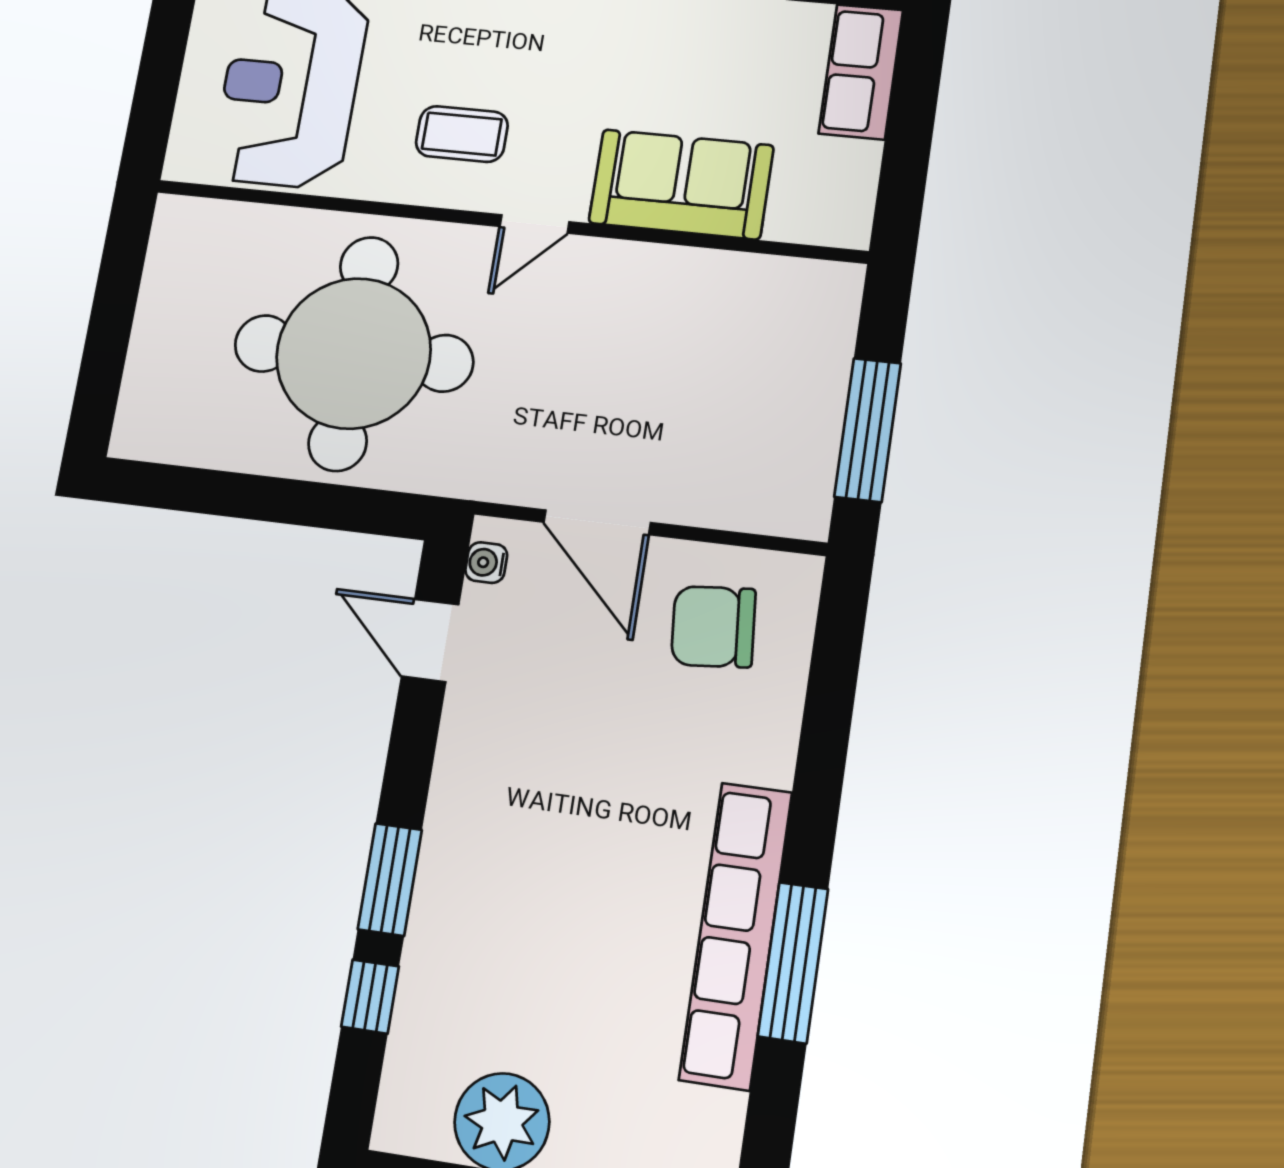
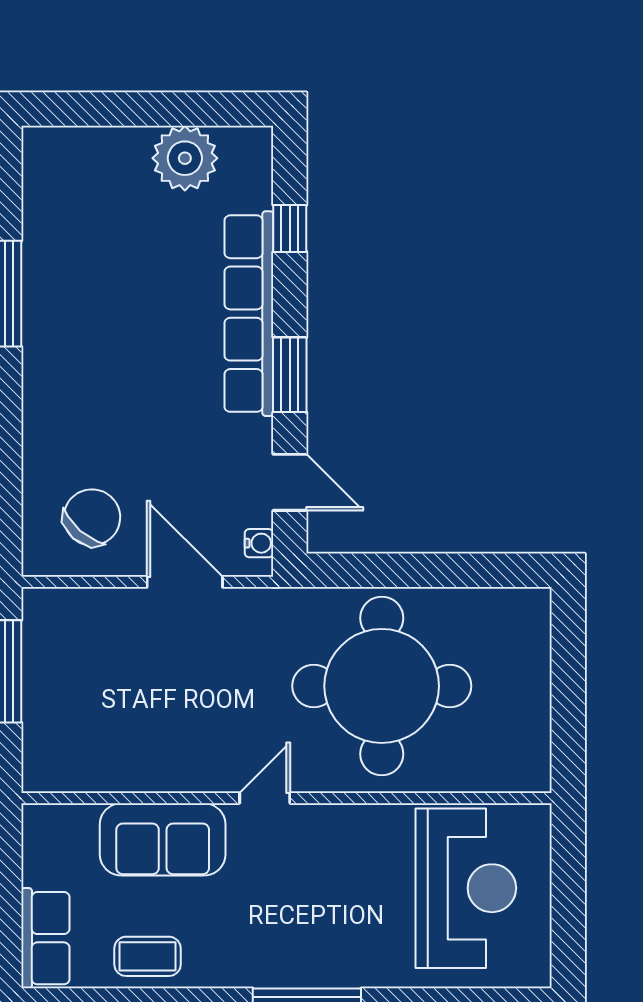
coffee table: (462, 134) -> (148, 956), moved
chair: (713, 627) -> (92, 517), turned -44
window: (390, 880) -> (290, 375), moved
row of seats: (736, 935) -> (249, 314), moved, turned 180

